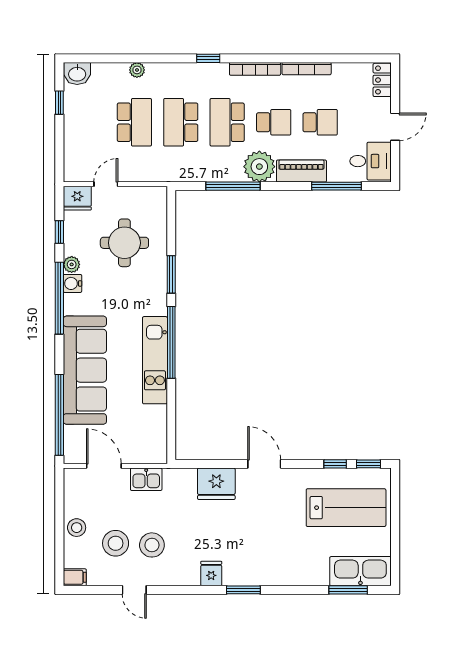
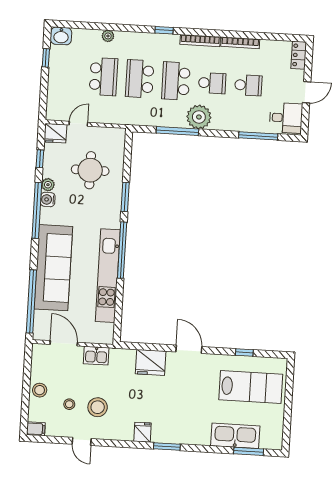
piano: (301, 171) -> (232, 122), removed
kitchen unit: (155, 360) -> (108, 276), width x1.36
window: (368, 464) -> (270, 354), removed
stool: (116, 543) -> (69, 404), width x0.53, depth x0.53
kitchen sink: (360, 571) -> (235, 436), moved

